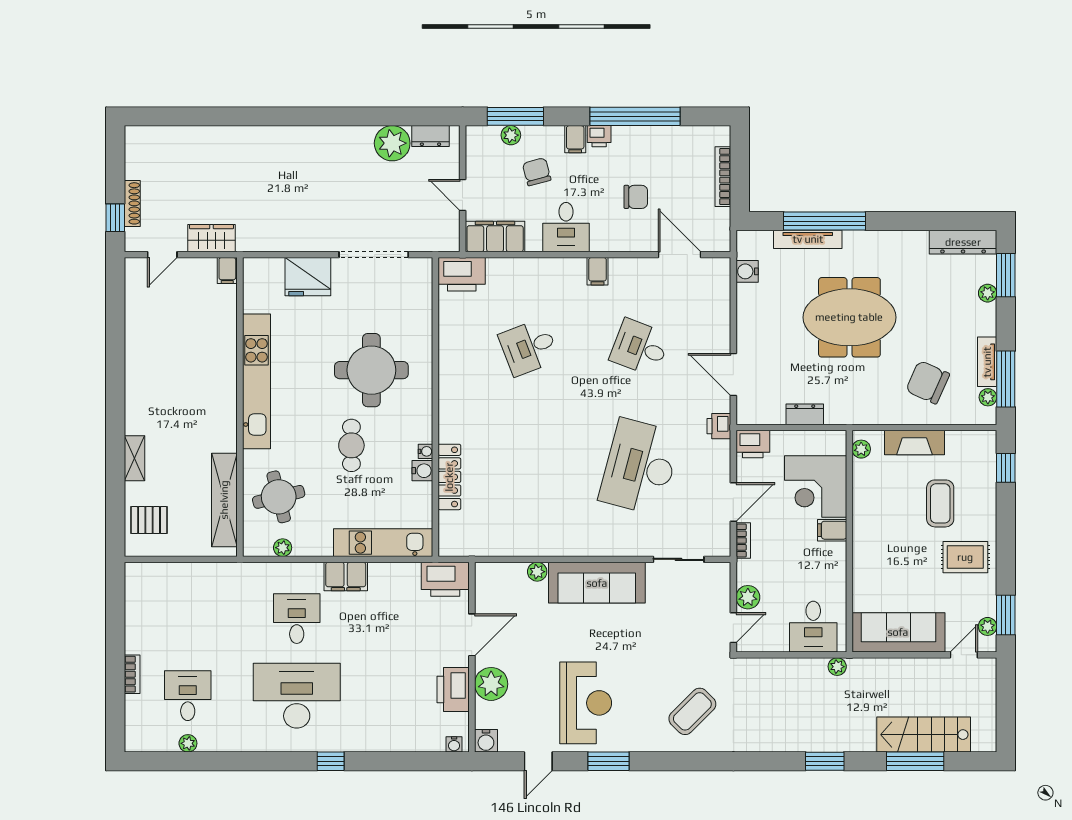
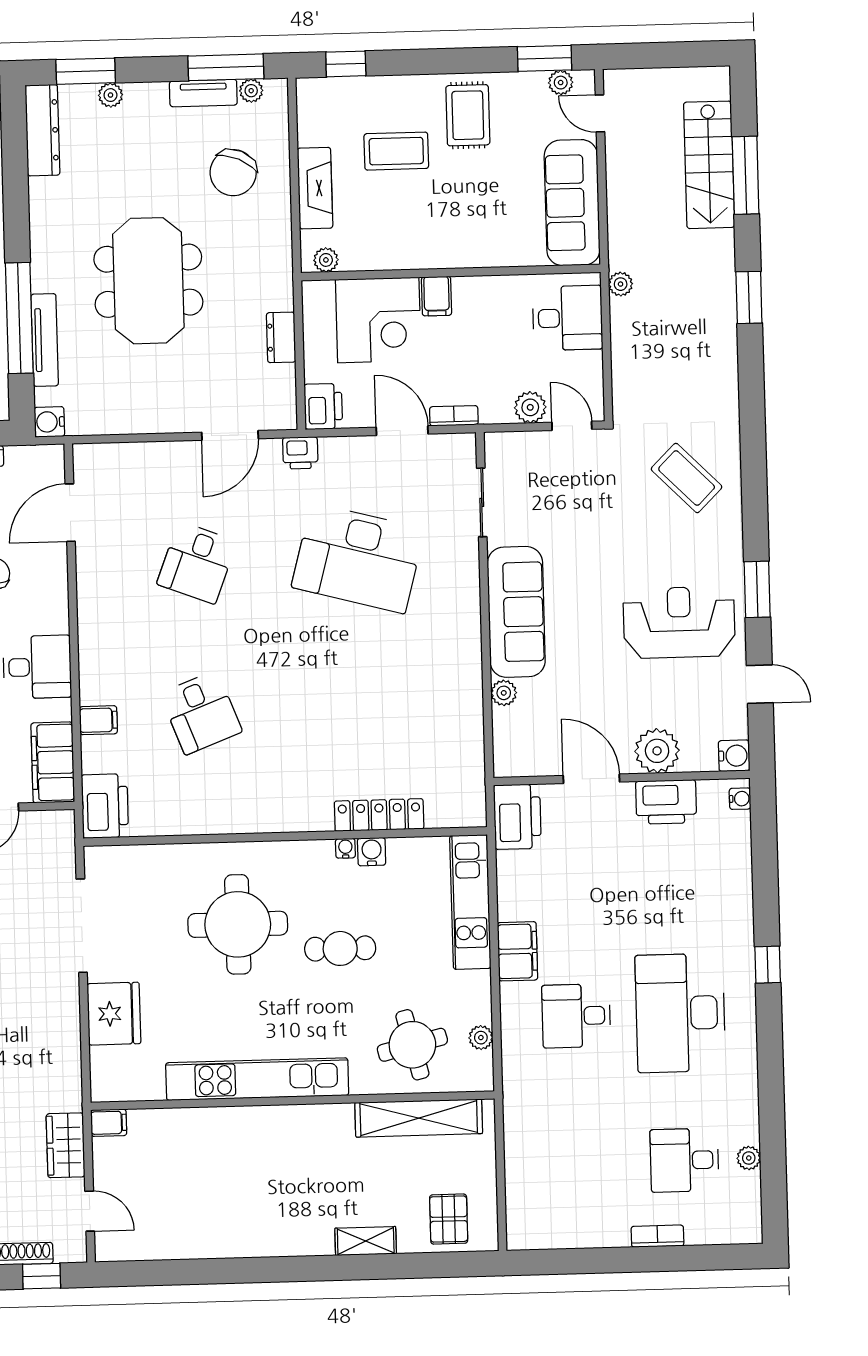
filing cabinet: (598, 271) -> (98, 720), moved
water cooler: (747, 271) -> (49, 422), moved, turned 90

